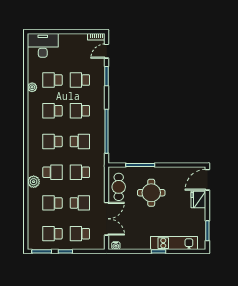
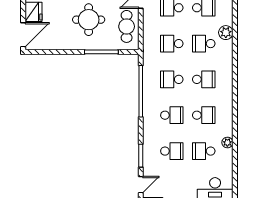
school desk: (52, 80) -> (204, 151), turned 180
school desk: (80, 172) -> (172, 44), turned 180

